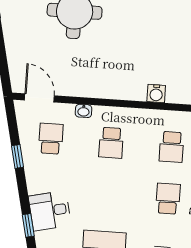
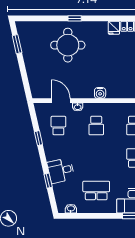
water cooler: (156, 94) -> (100, 93), moved
door: (39, 98) -> (61, 101), moved

